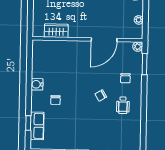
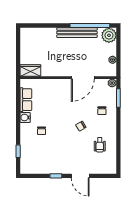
wardrobe: (56, 31) -> (30, 71), moved
wheelchair: (123, 105) -> (100, 145), moved
row of seats: (37, 126) -> (26, 100), moved

